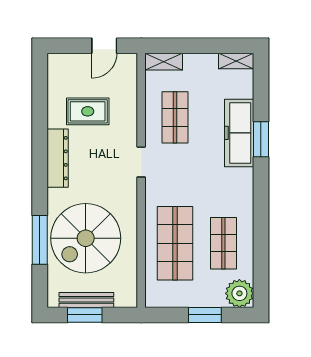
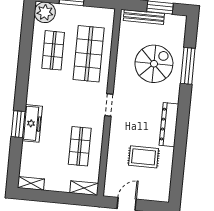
freezer: (239, 133) -> (32, 123), width x0.73, depth x0.79
doorway: (141, 162) -> (109, 105), moved
spiral stairs: (86, 238) -> (154, 64), width x0.73, depth x0.73
bench: (86, 300) -> (144, 17), moved

